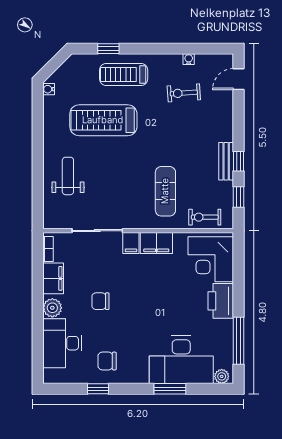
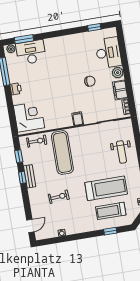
treadmill: (124, 74) -> (111, 211), moved, turned 180
exercise bike: (184, 93) -> (59, 197), moved
exercise mat: (165, 191) -> (62, 153), width x1.36, depth x1.45
filing cabinet: (156, 243) -> (63, 121), removed
printer: (221, 301) -> (16, 89), width x0.53, depth x0.68
desk: (181, 360) -> (31, 52), width x0.73, depth x0.77
chair: (107, 361) -> (80, 47), removed
window: (98, 389) -> (94, 27), moved
window: (170, 389) -> (24, 39), moved

